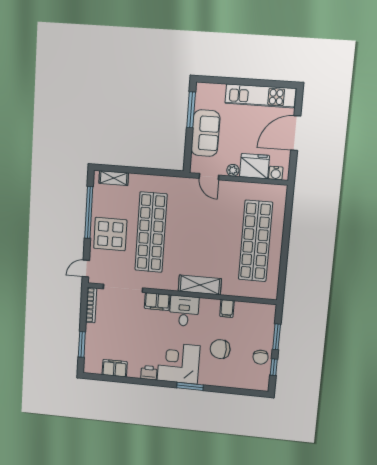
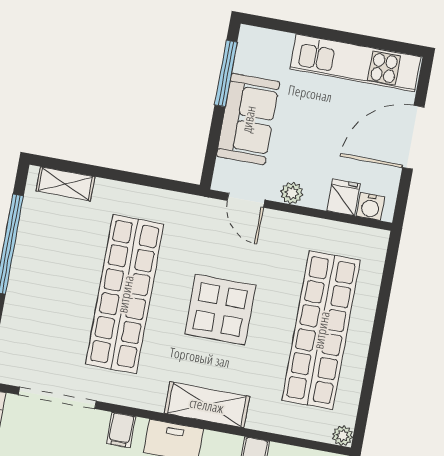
fridge: (254, 166) -> (344, 197), width x0.53, depth x0.75
display table: (110, 234) -> (220, 310), moved
plant: (272, 294) -> (343, 436), added
filing cabinet: (157, 302) -> (121, 430), width x0.50

